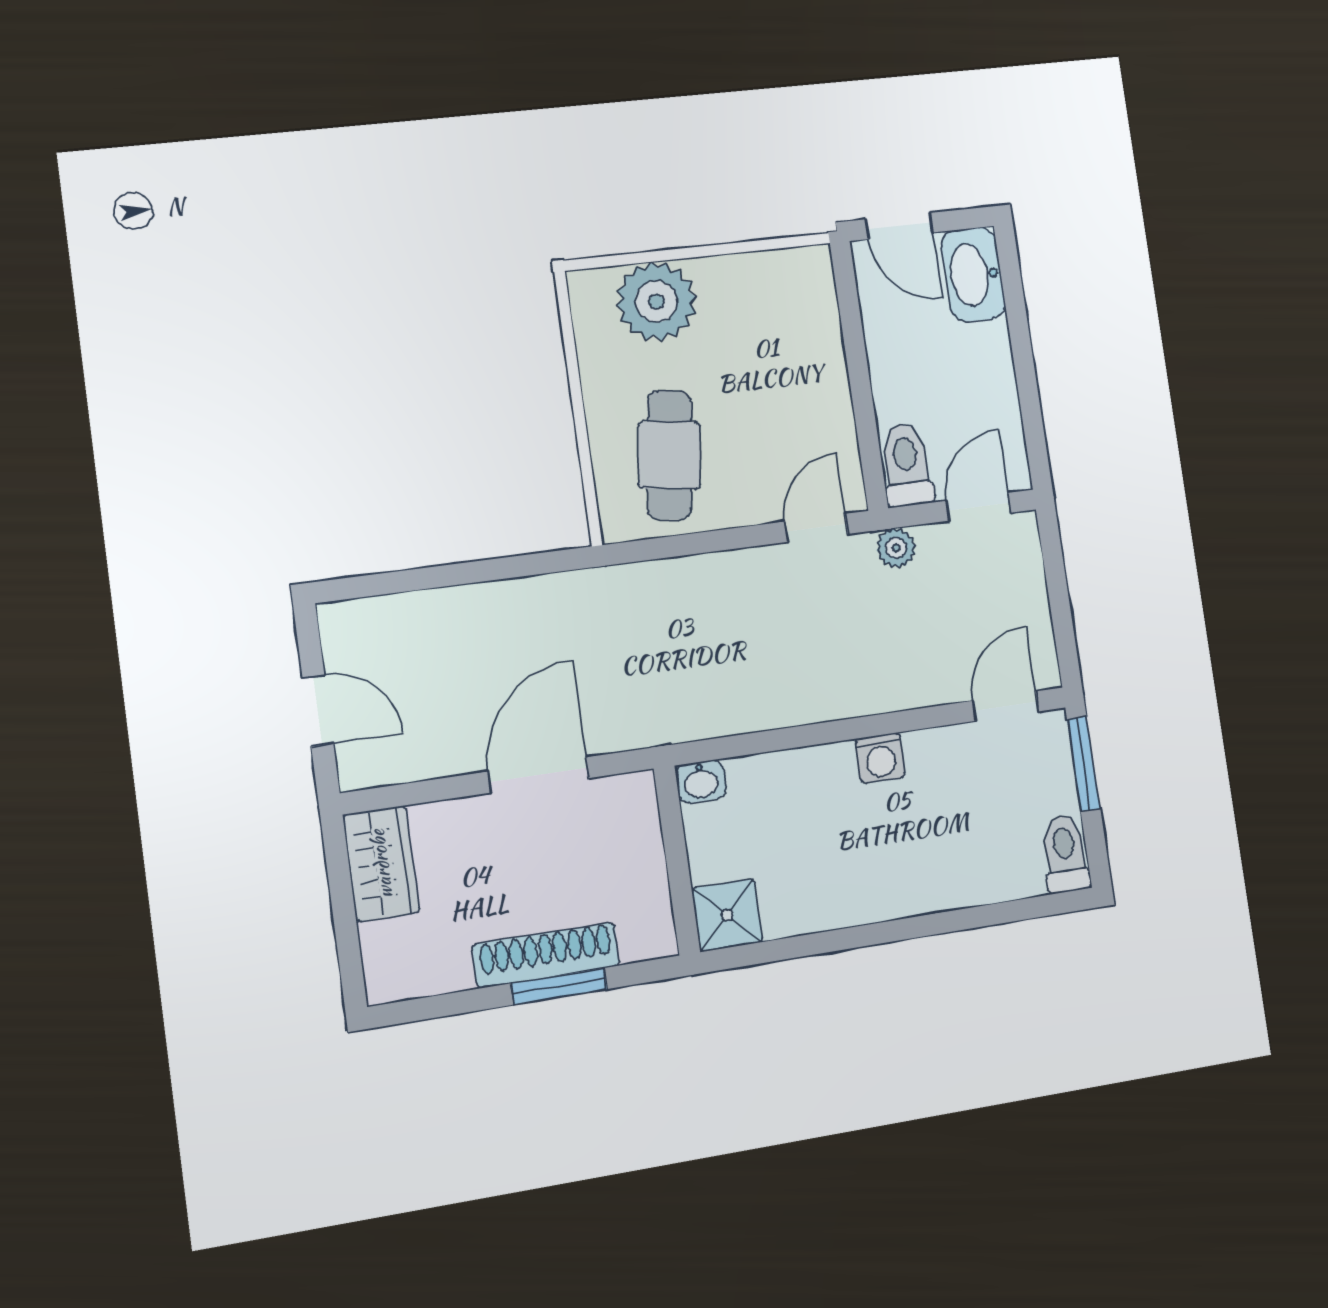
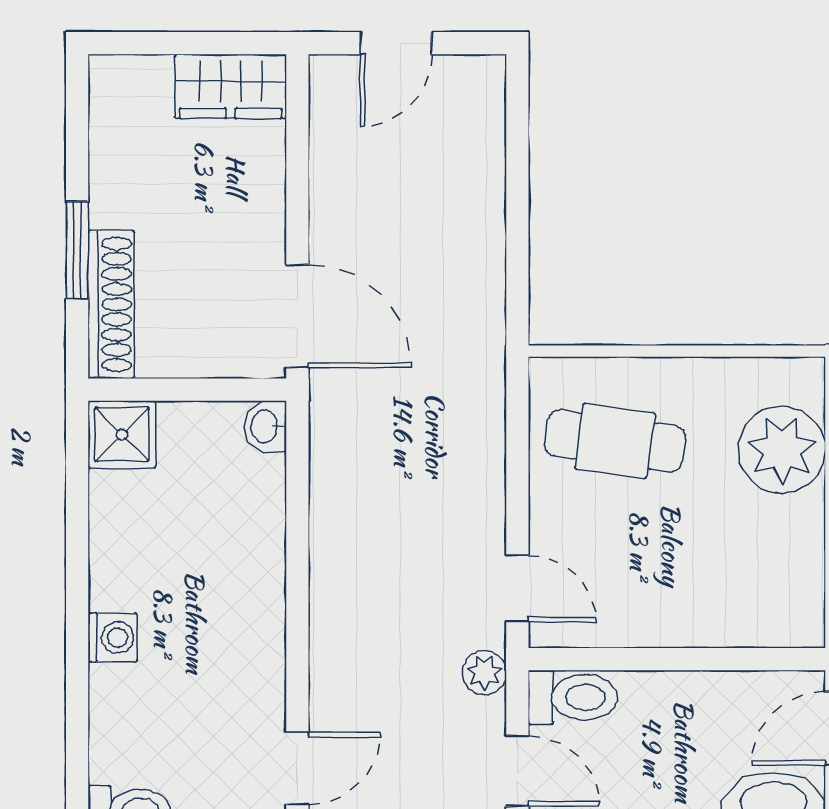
door: (1006, 706) -> (297, 768), hinge flipped
washing machine: (880, 758) -> (113, 638), moved, turned 180
door: (538, 775) -> (297, 316), moved
shoe rack: (546, 955) -> (111, 304), moved

